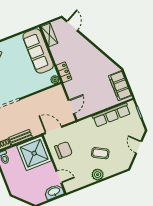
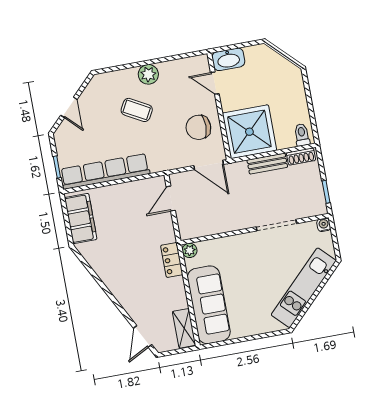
row of seats: (111, 115) -> (105, 171), width x1.36

